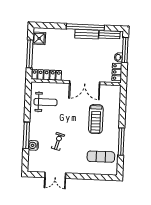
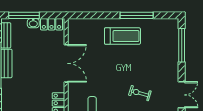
treadmill: (96, 119) -> (122, 36), moved
exercise mat: (101, 157) -> (156, 40), removed
window: (95, 177) -> (182, 45), added

